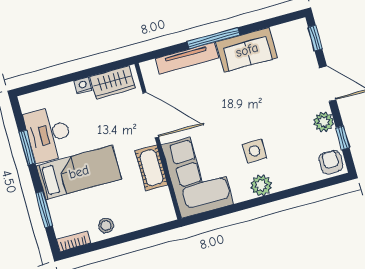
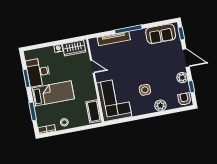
sofa: (247, 50) -> (161, 34), moved
door: (151, 115) -> (92, 67), width x0.53
cot: (151, 168) -> (94, 111), moved
plant: (261, 185) -> (160, 106), moved

